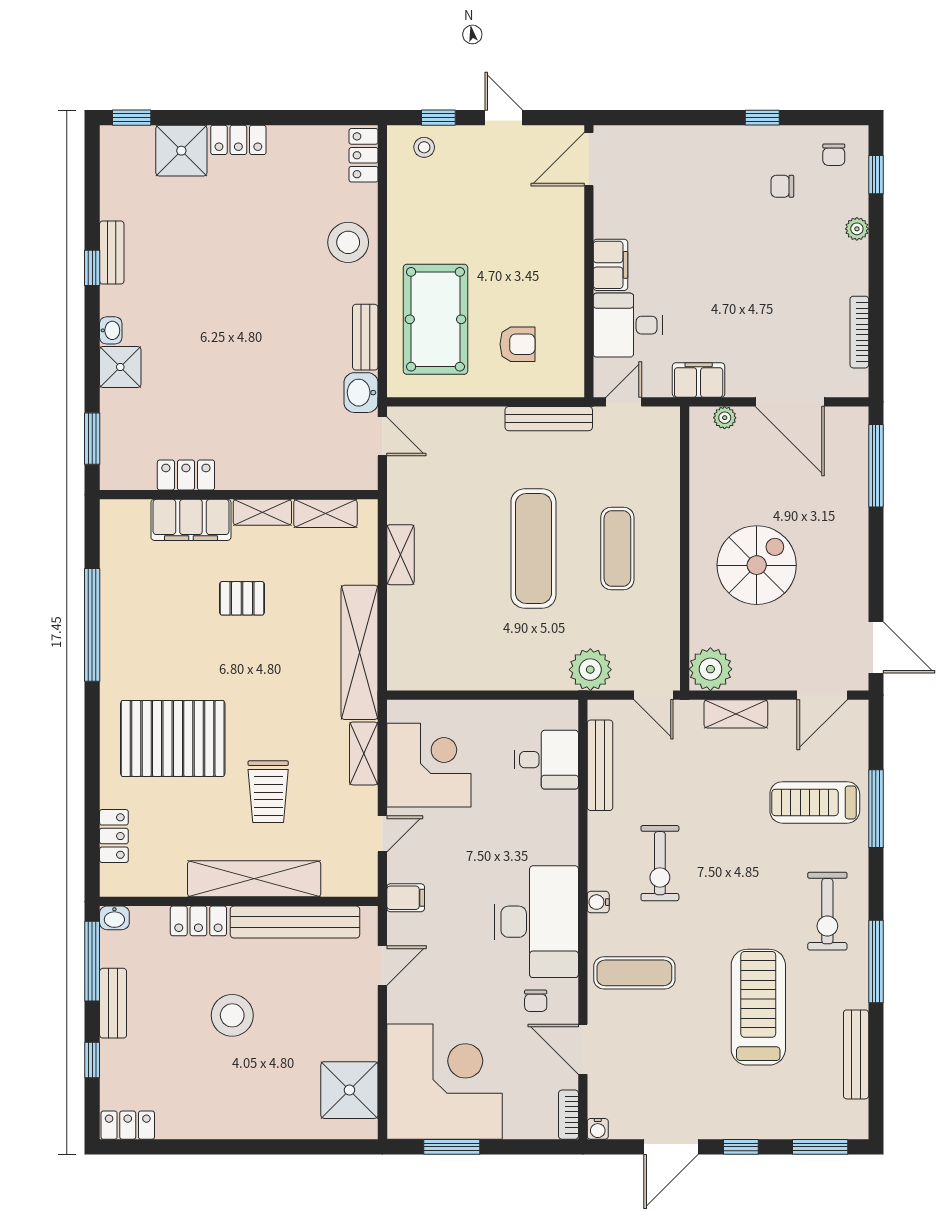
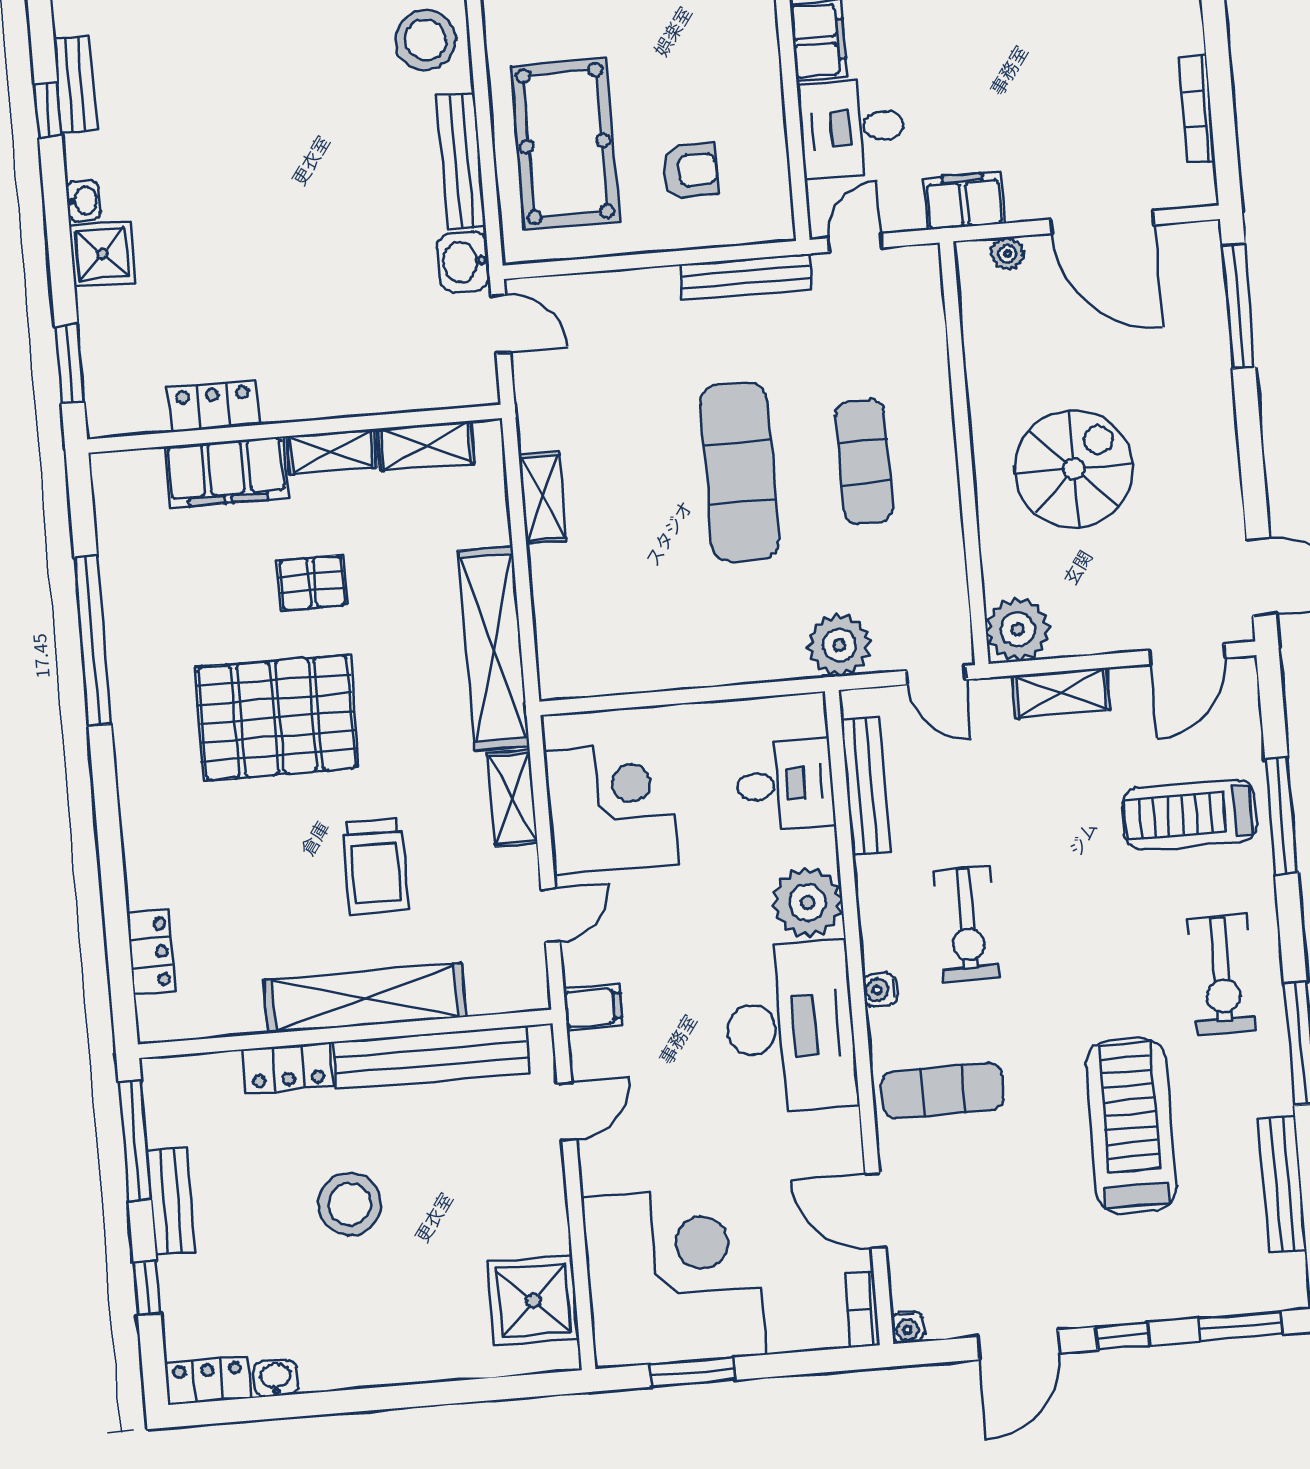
bench: (365, 337) -> (461, 161), width x1.36
pallet: (173, 738) -> (277, 718), moved
plant: (555, 840) -> (807, 902), added
washbasin: (114, 918) -> (276, 1378), moved, turned 180
chair: (536, 1001) -> (799, 1145), removed

